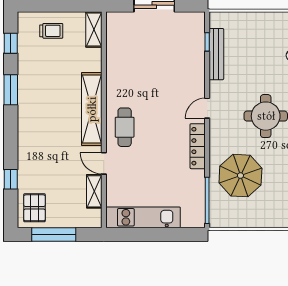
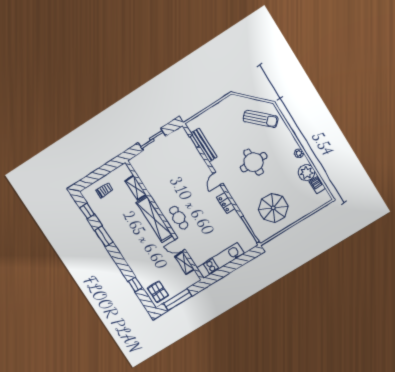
shelving: (94, 30) -> (136, 188), moved
locker: (198, 146) -> (226, 203), width x0.66
parasol: (240, 176) -> (273, 208), moved

